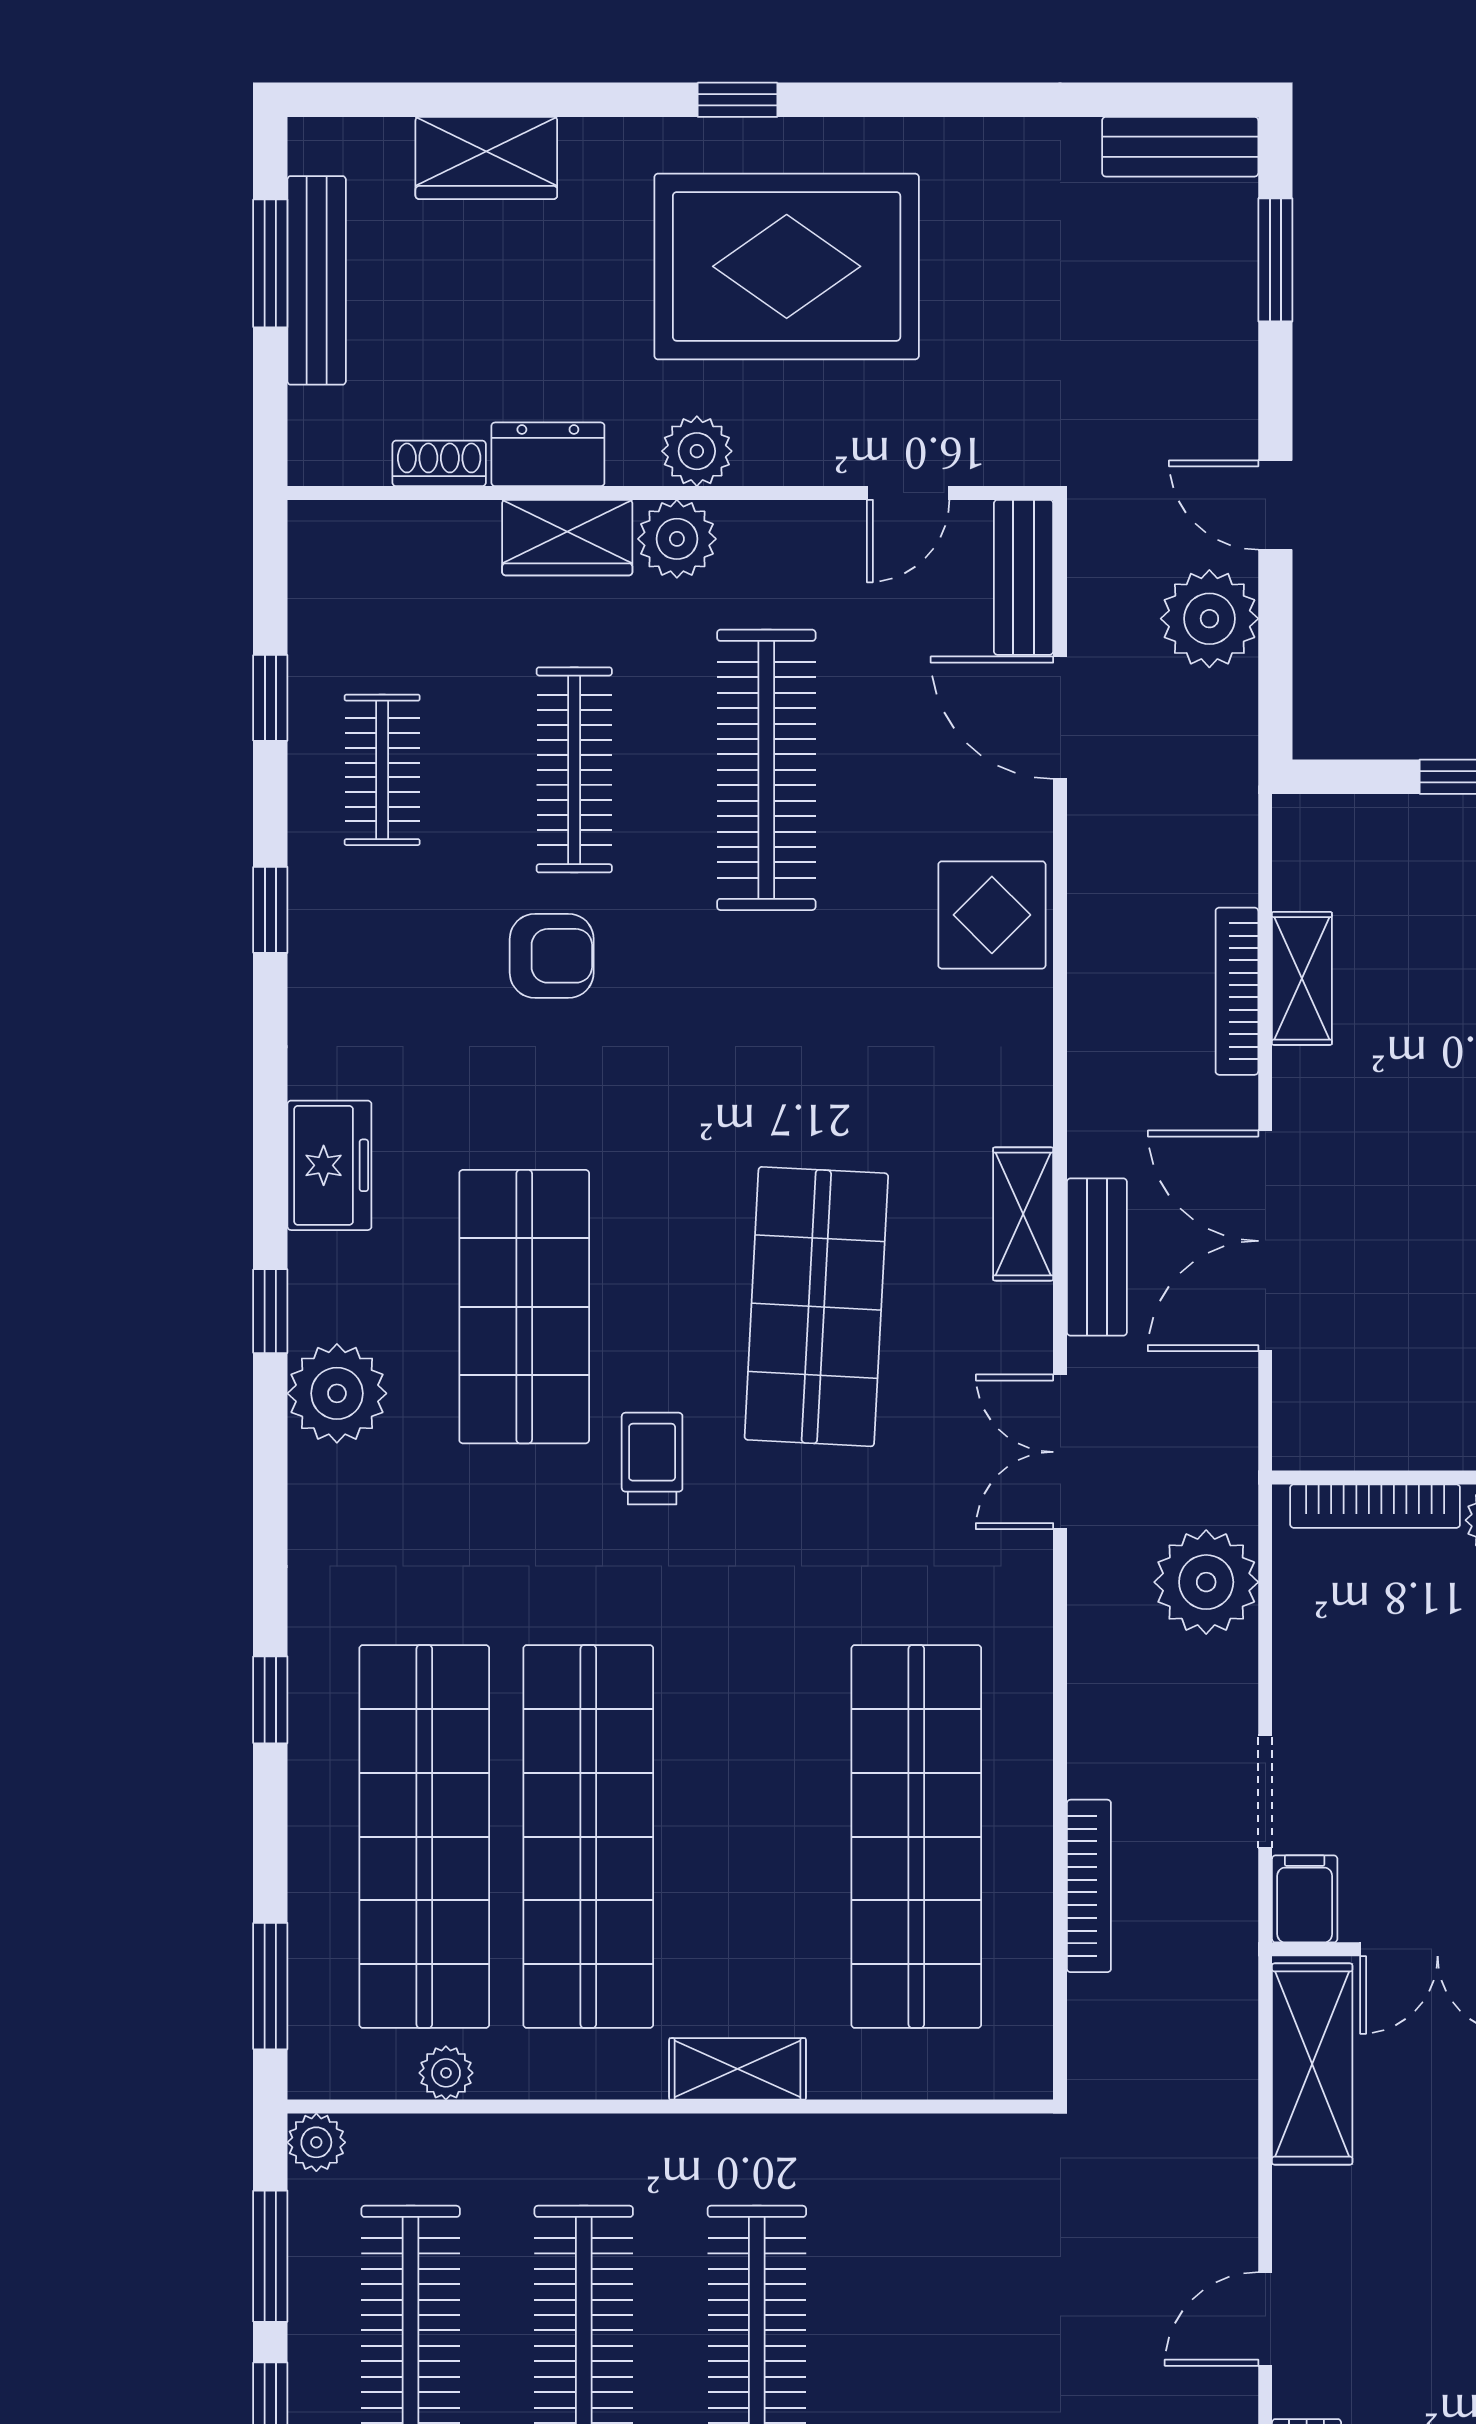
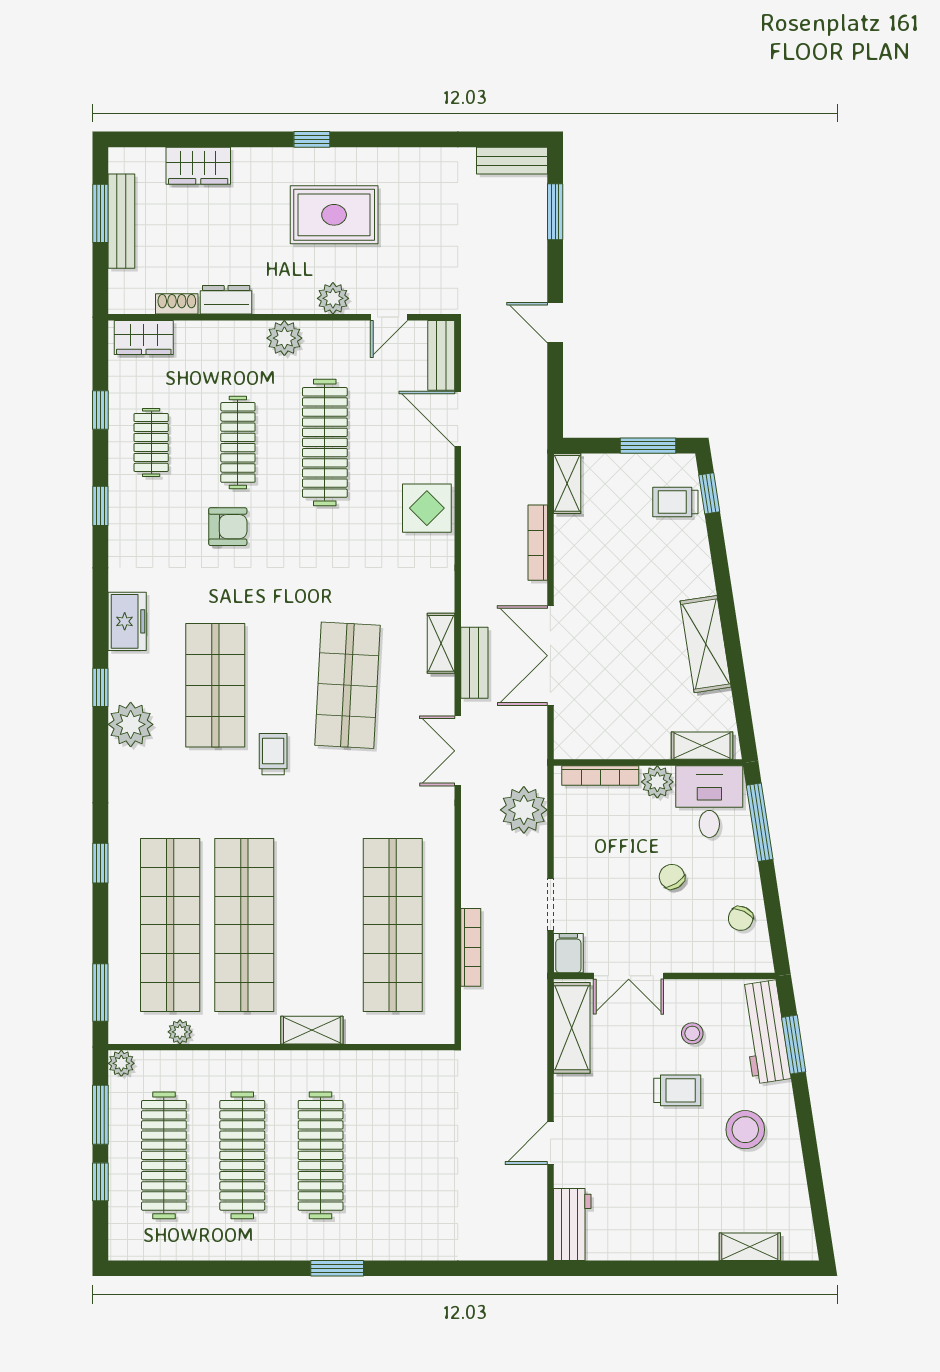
rug: (787, 266) -> (334, 215), width x0.73, depth x0.69
plant: (697, 451) -> (333, 298), moved
wardrobe: (567, 538) -> (144, 337), moved
plant: (1209, 619) -> (525, 374), removed
shelving: (1302, 978) -> (567, 483), moved

